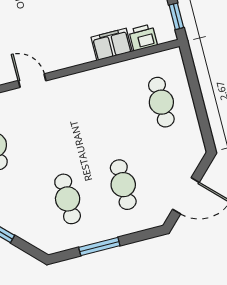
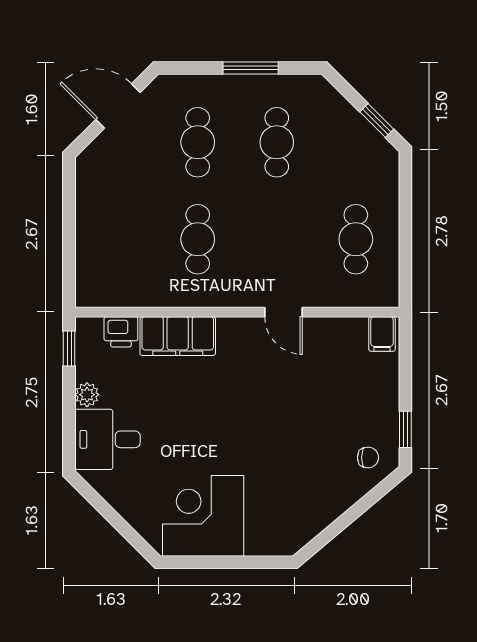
filing cabinet: (112, 44) -> (178, 336), width x1.50, depth x1.17
cafe table: (161, 102) -> (198, 239), moved

